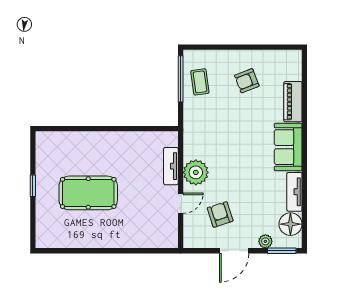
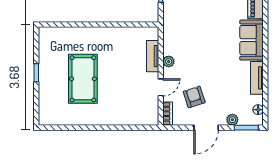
plant: (196, 172) -> (169, 61), width x0.53, depth x0.53
pool table: (88, 193) -> (83, 79), turned 90
floor lamp: (290, 224) -> (258, 110), width x0.53, depth x0.53
bookcase: (189, 234) -> (168, 114), added

